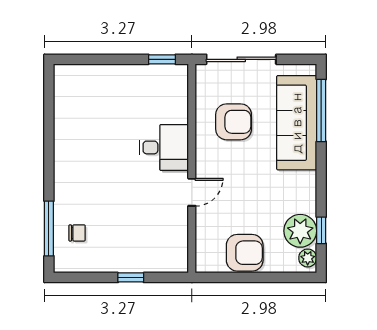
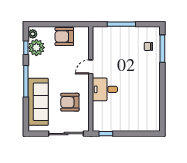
window: (321, 110) -> (26, 81), moved
window: (131, 277) -> (121, 24), width x2.17

